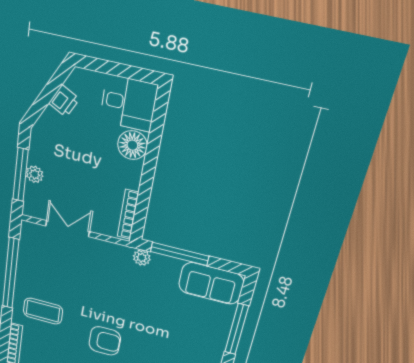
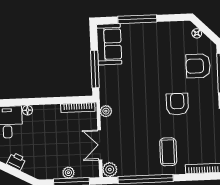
floor lamp: (132, 145) -> (27, 110), width x0.53, depth x0.53
plant: (30, 232) -> (110, 170), added
plant: (142, 258) -> (106, 111), moved

